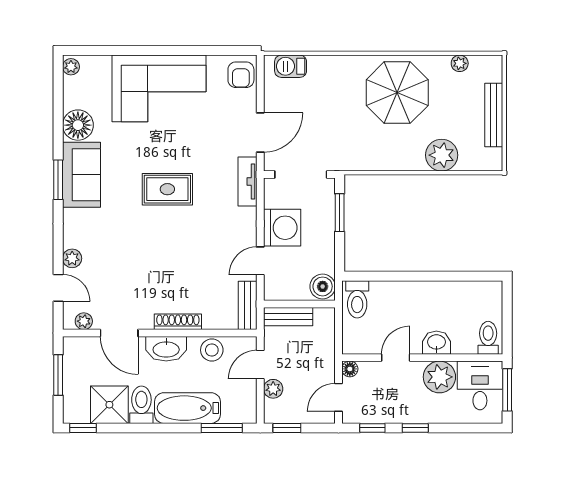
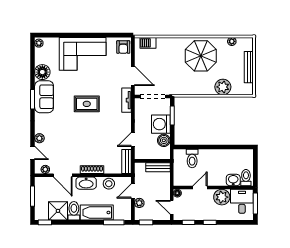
door: (260, 133) -> (133, 76), hinge flipped
washing machine: (282, 228) -> (161, 124), moved, turned 180
boiler: (323, 286) -> (164, 140), moved
toilet: (357, 299) -> (192, 159), moved
bench: (288, 317) -> (158, 167), moved
washbasin: (436, 343) -> (233, 180), moved
door: (338, 397) -> (172, 207), hinge flipped

